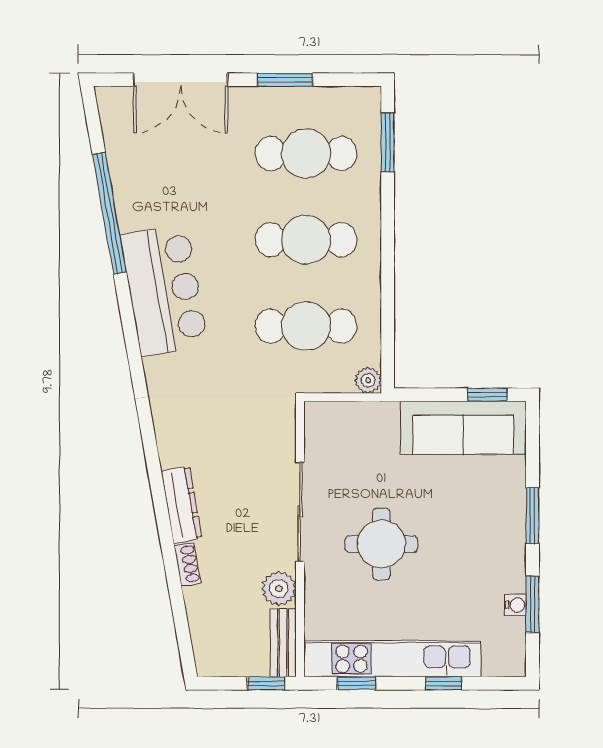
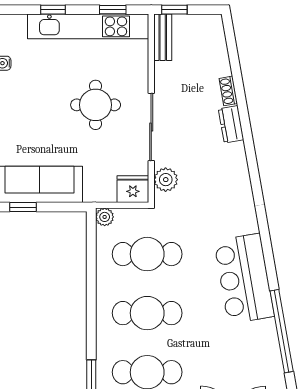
fridge: (327, 421) -> (133, 189), added
dresser: (181, 505) -> (231, 124), width x0.70
plant: (279, 589) -> (166, 180), moved

